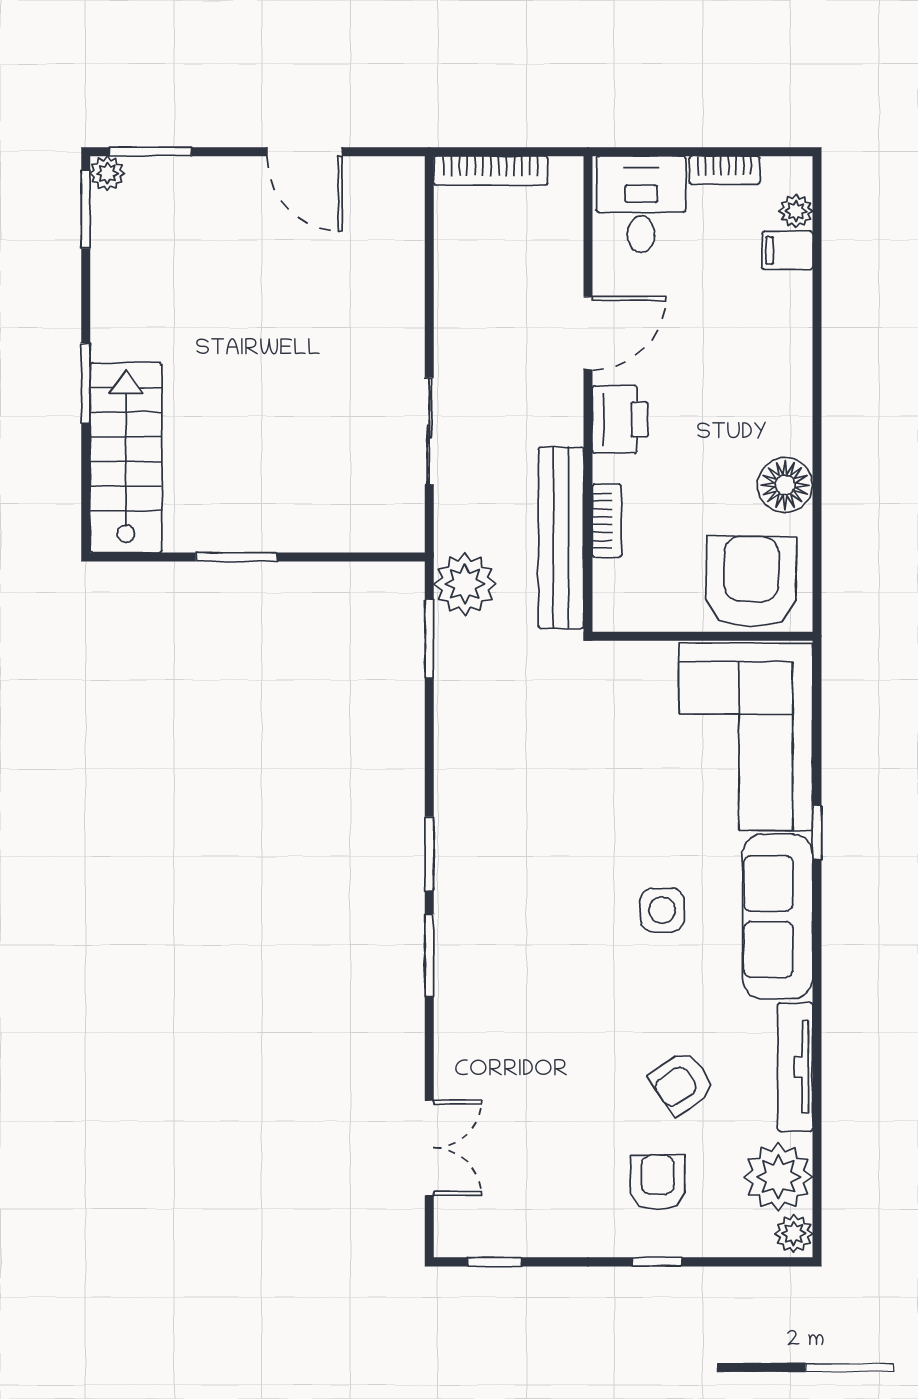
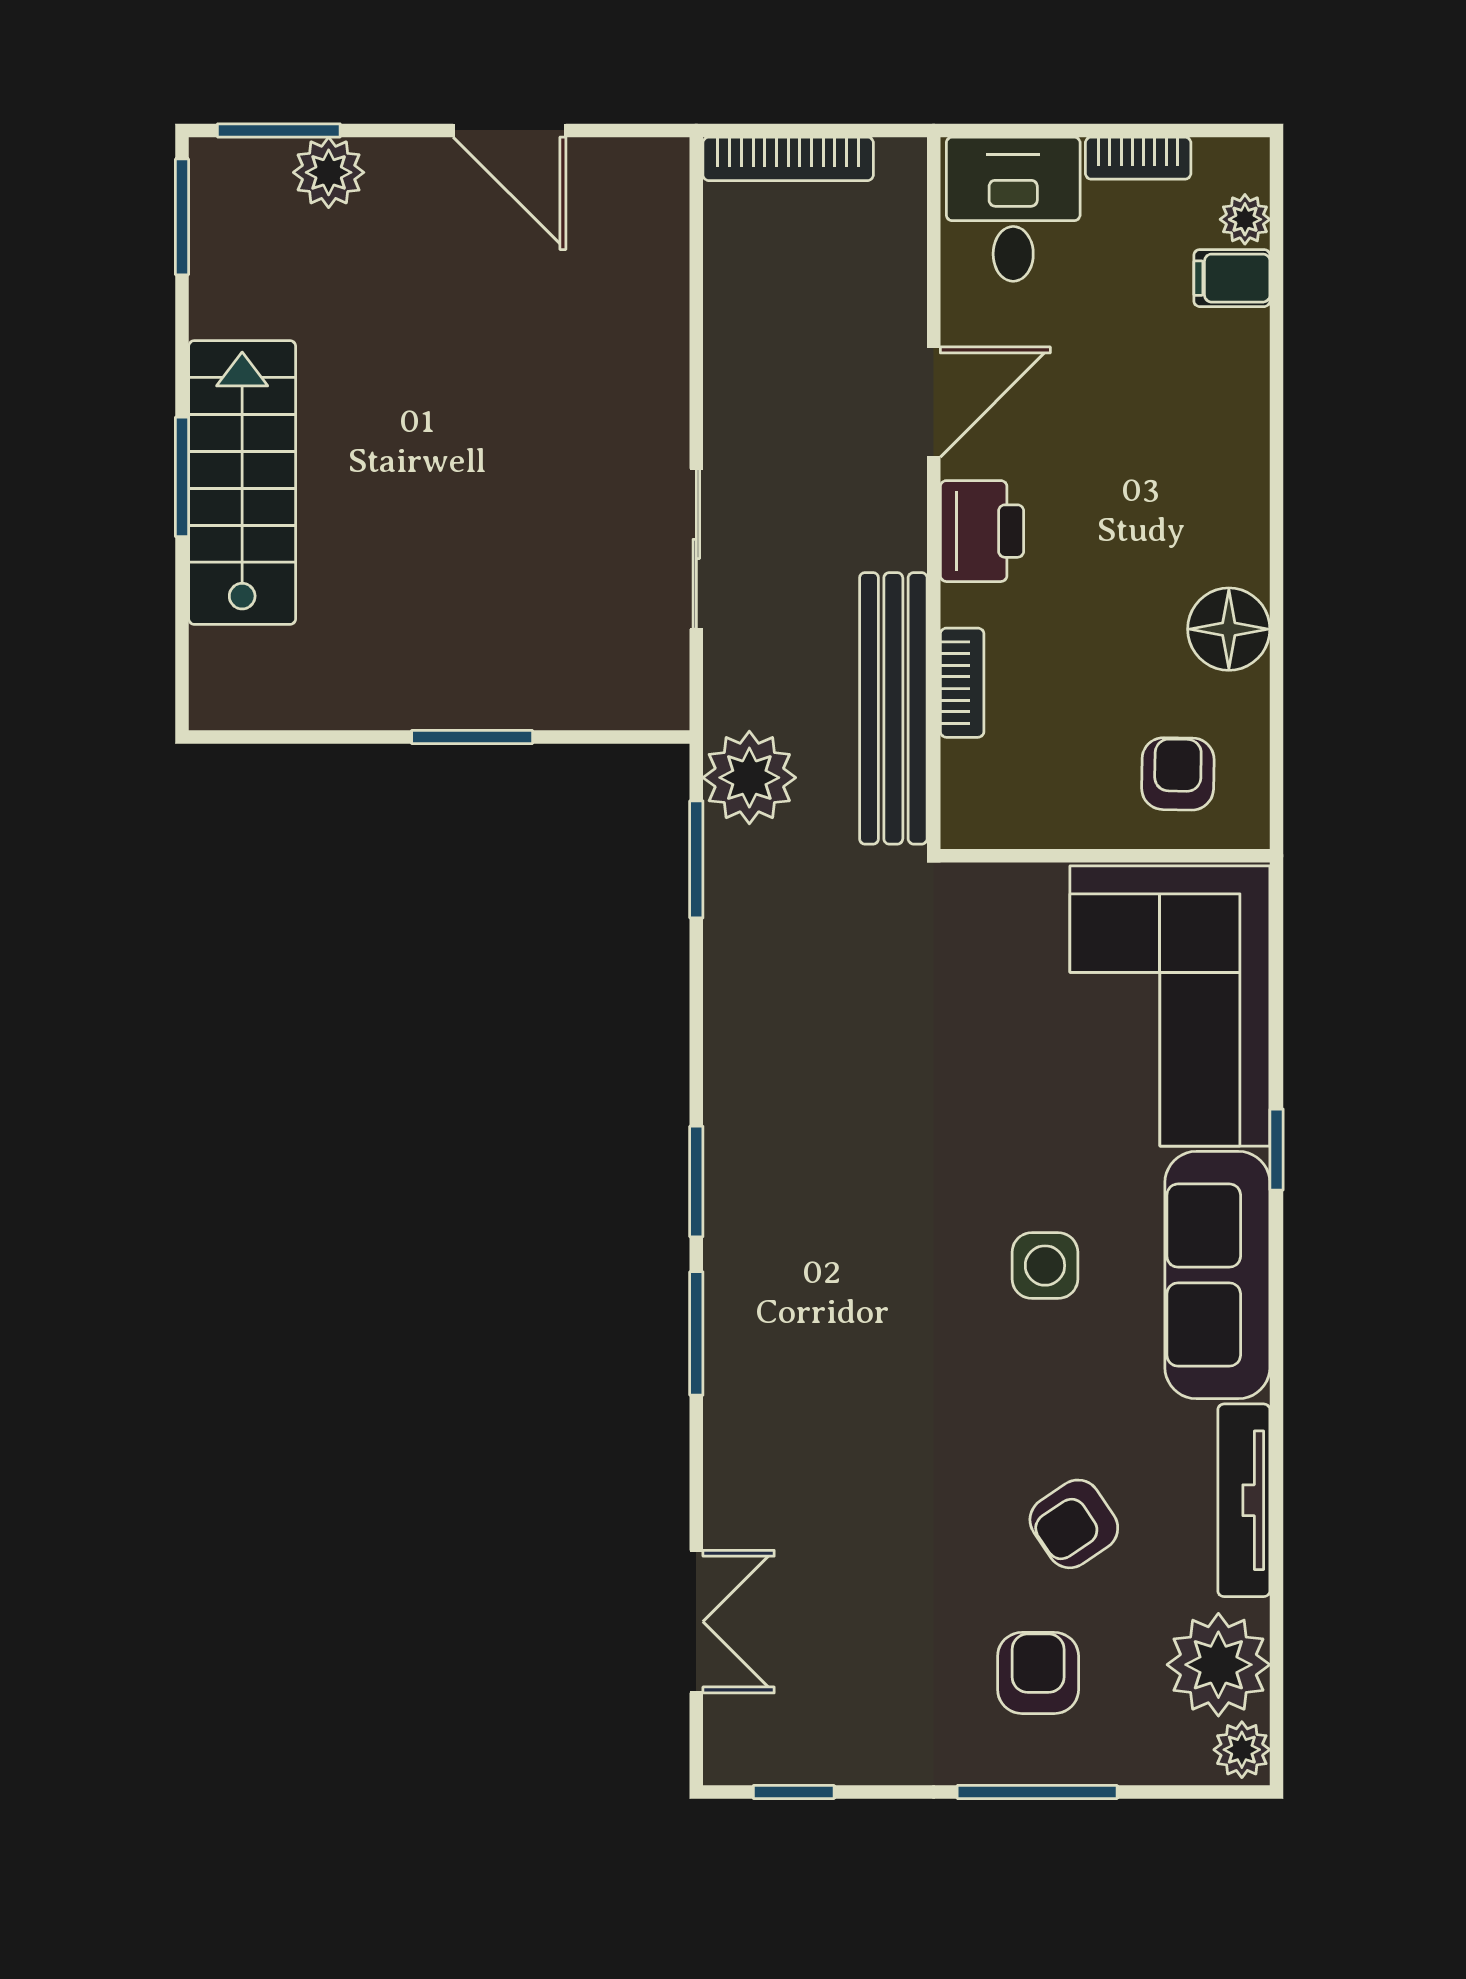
plant: (107, 173) -> (329, 172), moved, width x1.38, depth x1.38
stairs: (126, 458) -> (242, 483), moved
window: (236, 557) -> (472, 737), moved
armchair: (751, 582) -> (1178, 774), width x0.53, depth x0.53
window: (657, 1262) -> (1037, 1792), width x2.17

